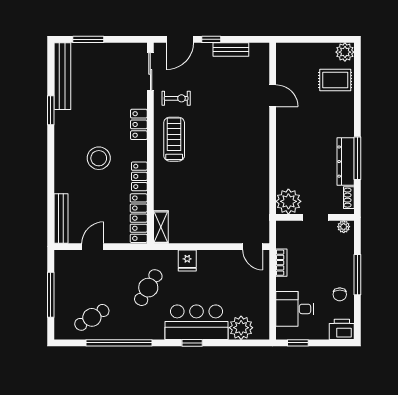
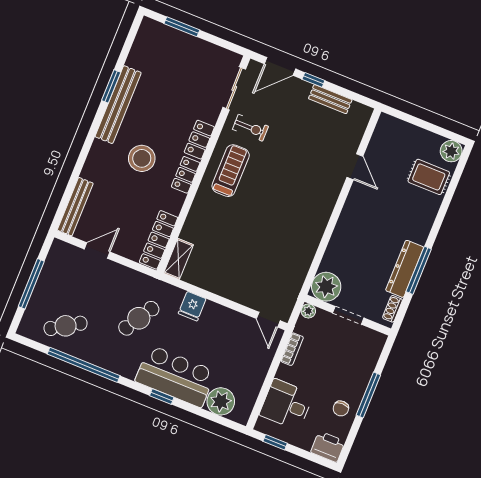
bench: (62, 76) -> (118, 105), moved
locker: (139, 176) -> (186, 175), moved
plant: (344, 227) -> (308, 311), moved

